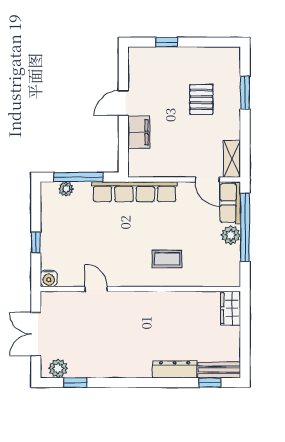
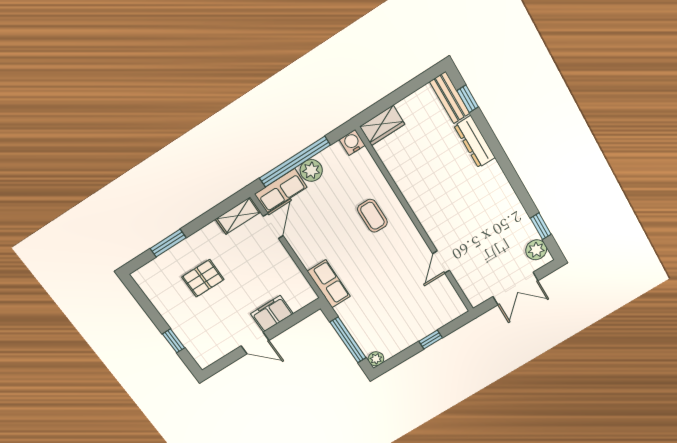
plant: (66, 189) -> (376, 359), moved
row of seats: (135, 192) -> (329, 284), width x0.50
water cooler: (49, 278) -> (352, 142), moved, turned -90

